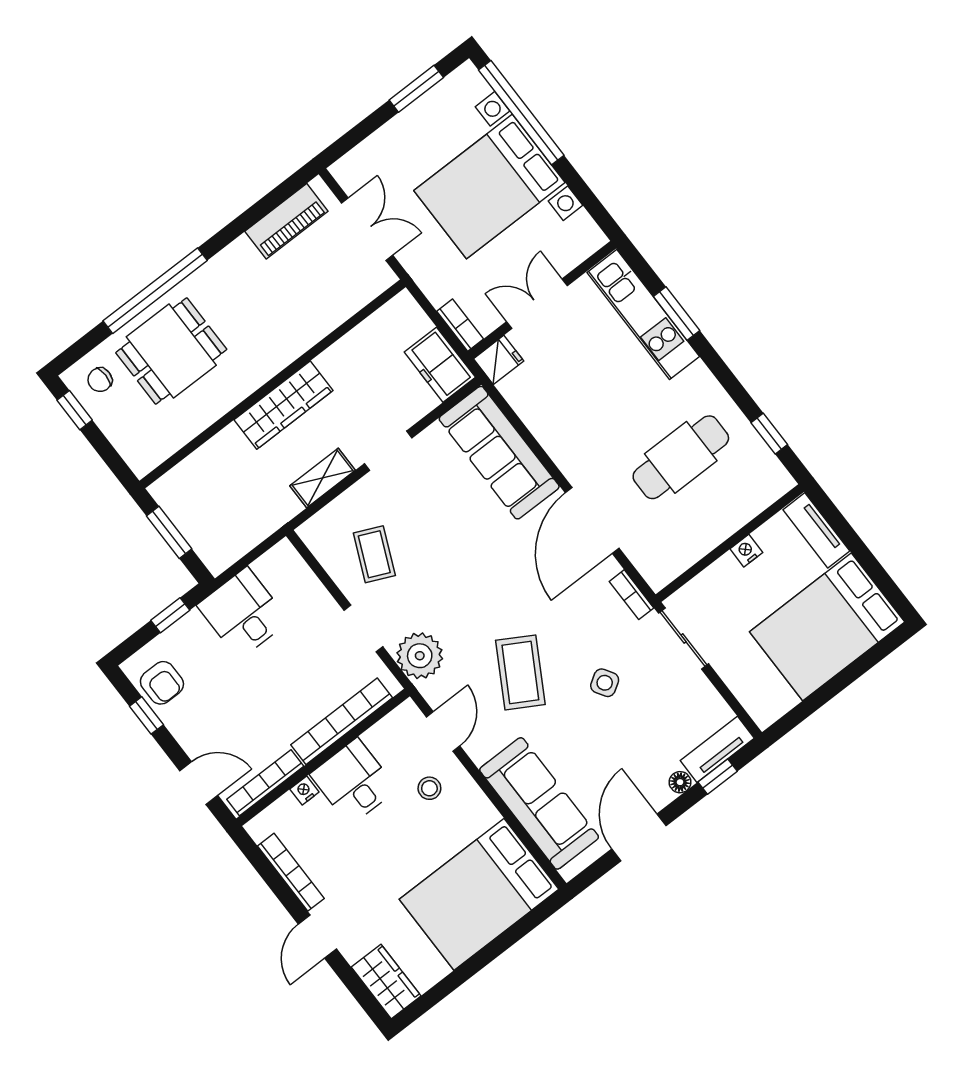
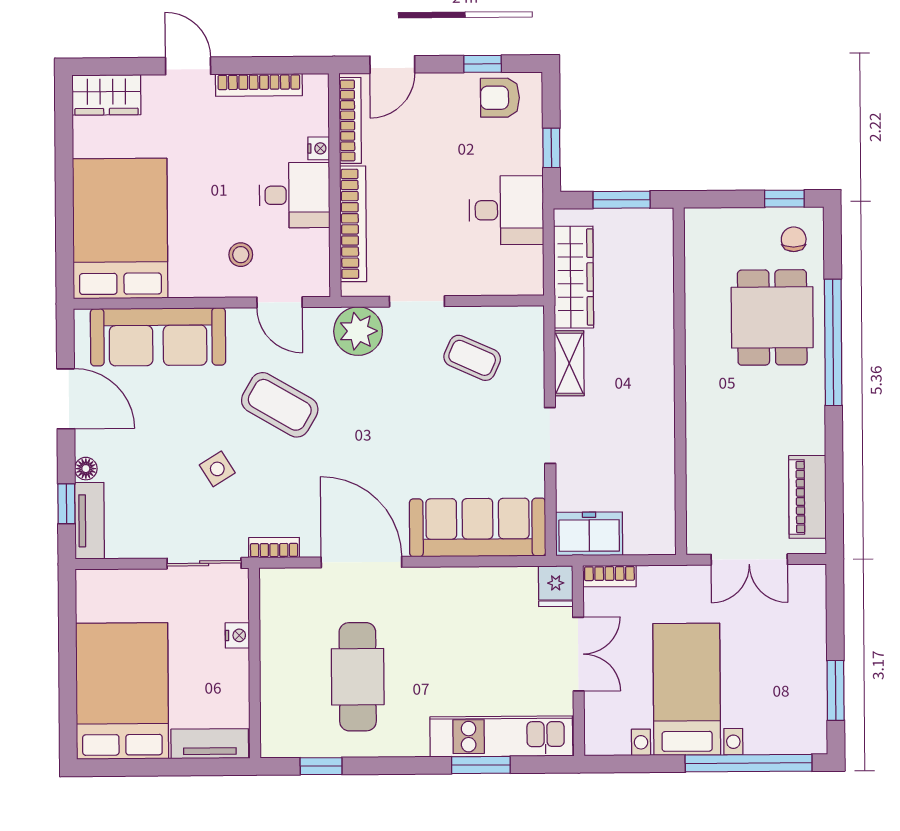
bed with nightstands: (489, 187) -> (687, 689), width x0.73
wardrobe: (284, 405) -> (574, 277), moved, turned 180
nightstand: (746, 551) -> (237, 635), moved

